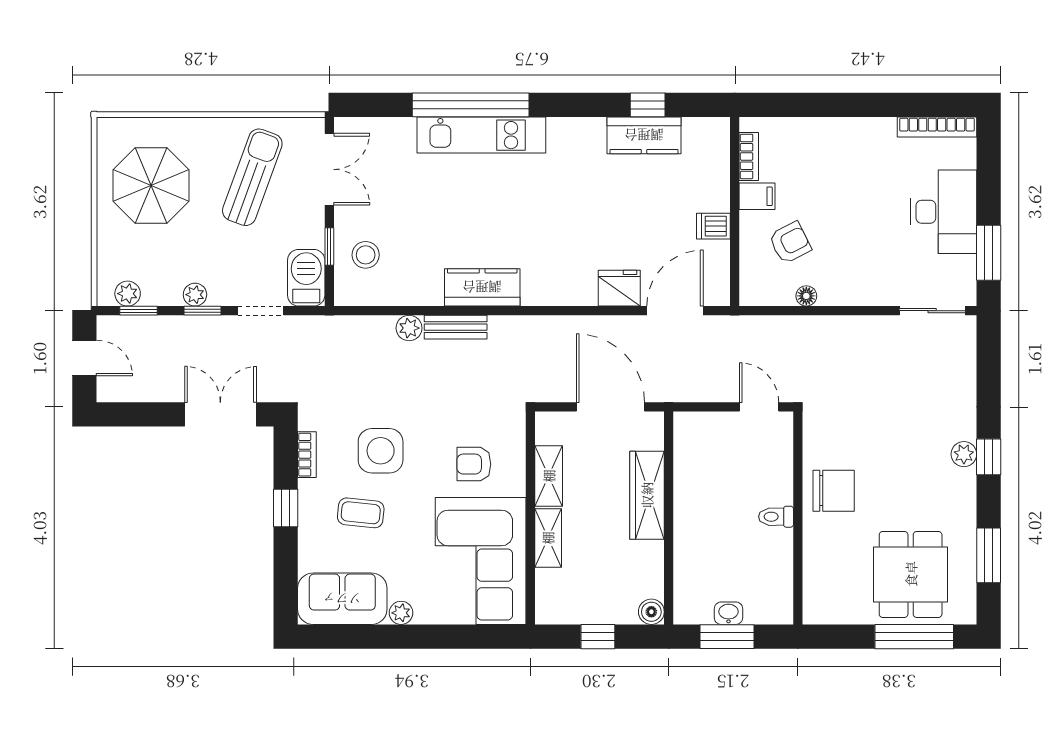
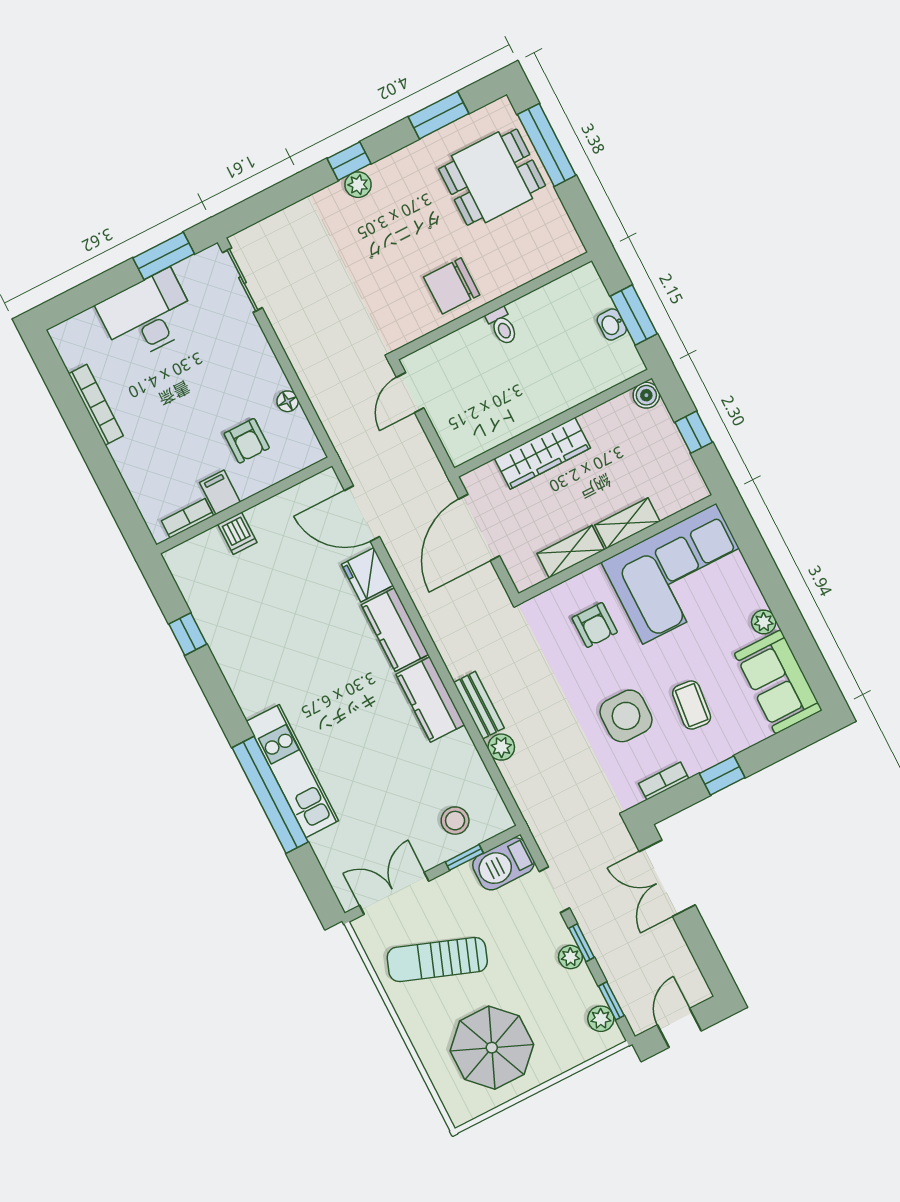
bookcase: (937, 127) -> (96, 405), moved
kitchen counter: (644, 135) -> (395, 630), moved, turned 180
dishwasher: (713, 226) -> (237, 533), moved
armchair: (790, 243) -> (247, 441), turned -153
chair: (834, 491) -> (452, 286), turned -90

